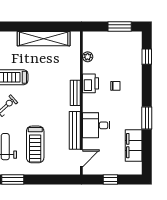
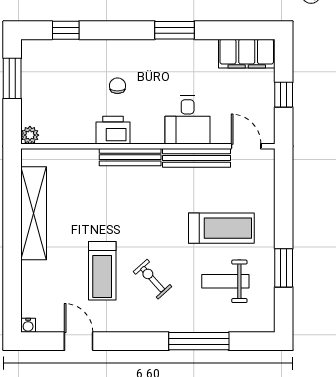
plant: (88, 57) -> (30, 135), moved
bench: (75, 93) -> (130, 157), width x1.36
filing cabinet: (134, 146) -> (247, 54), moved

